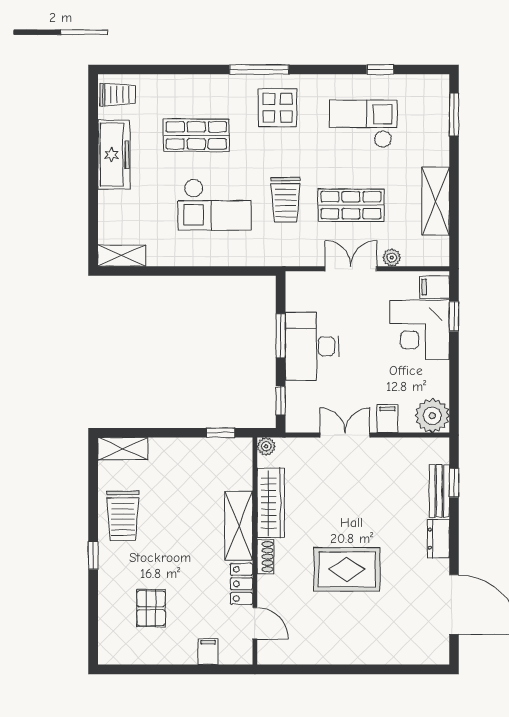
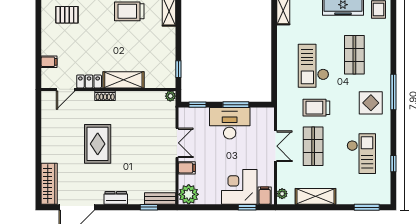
plant: (392, 258) -> (282, 194), moved
bench: (439, 491) -> (160, 199), moved
wardrobe: (271, 503) -> (49, 184), moved, turned -90
pallet: (151, 608) -> (67, 15), moved

